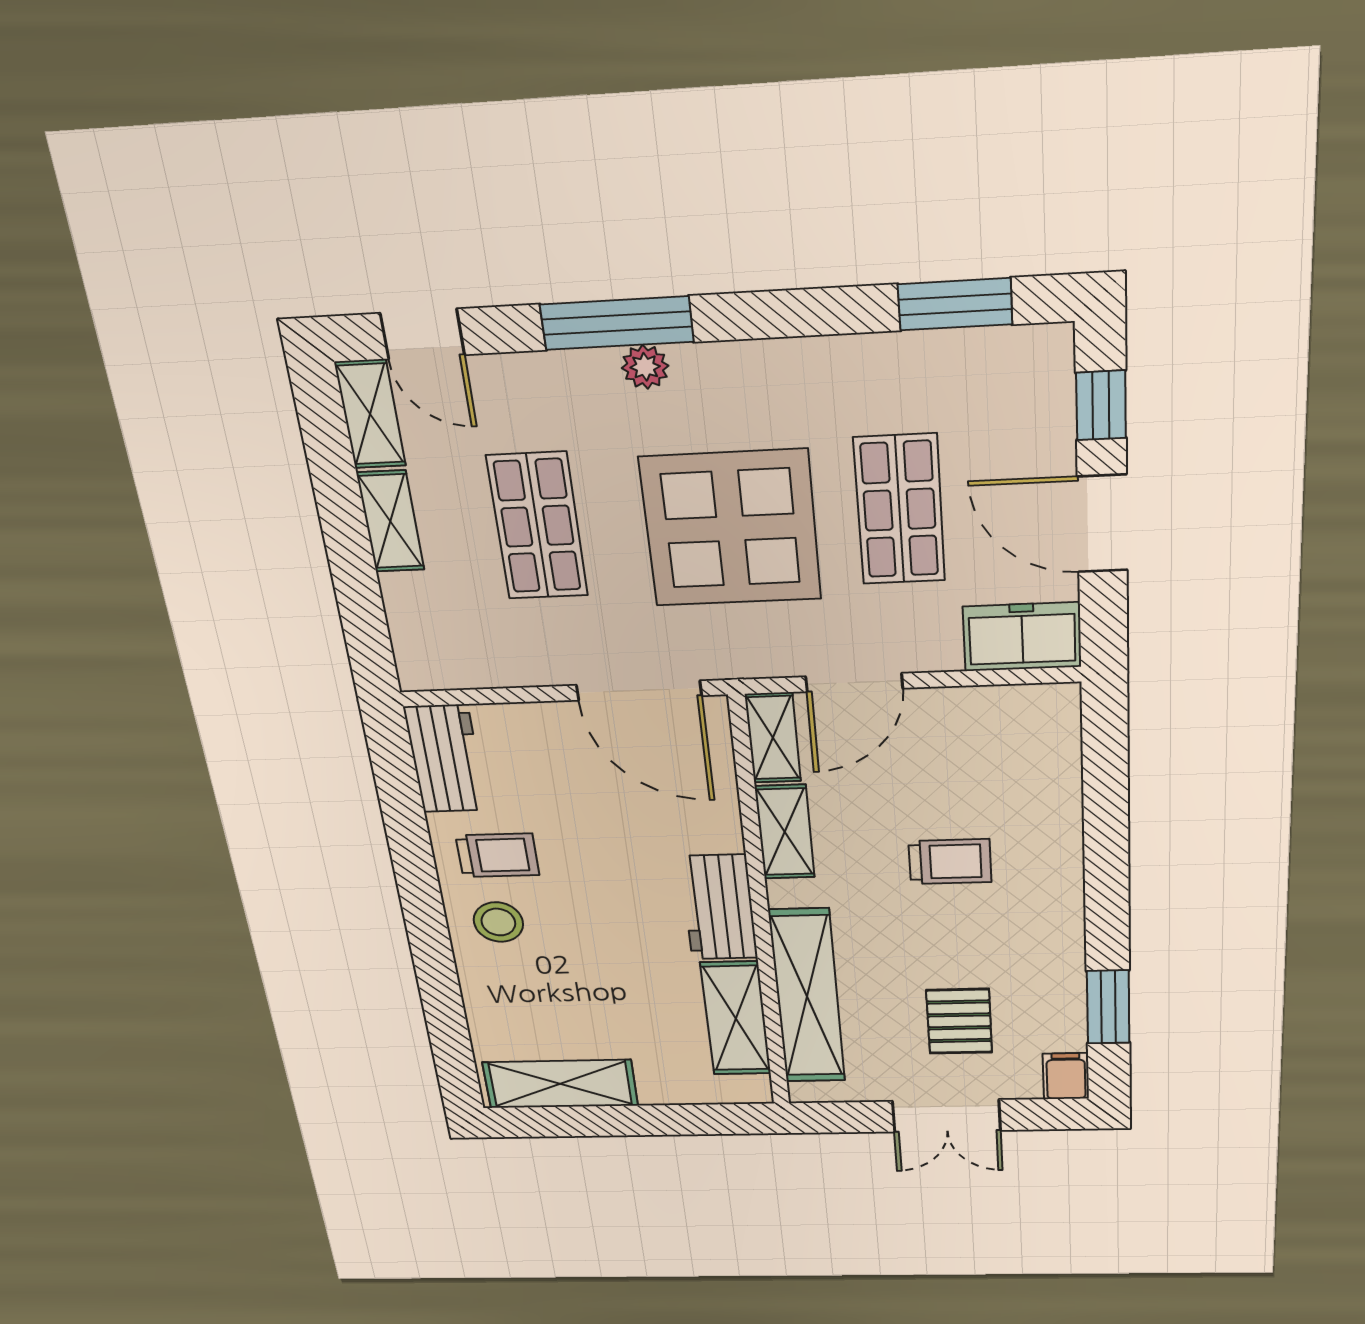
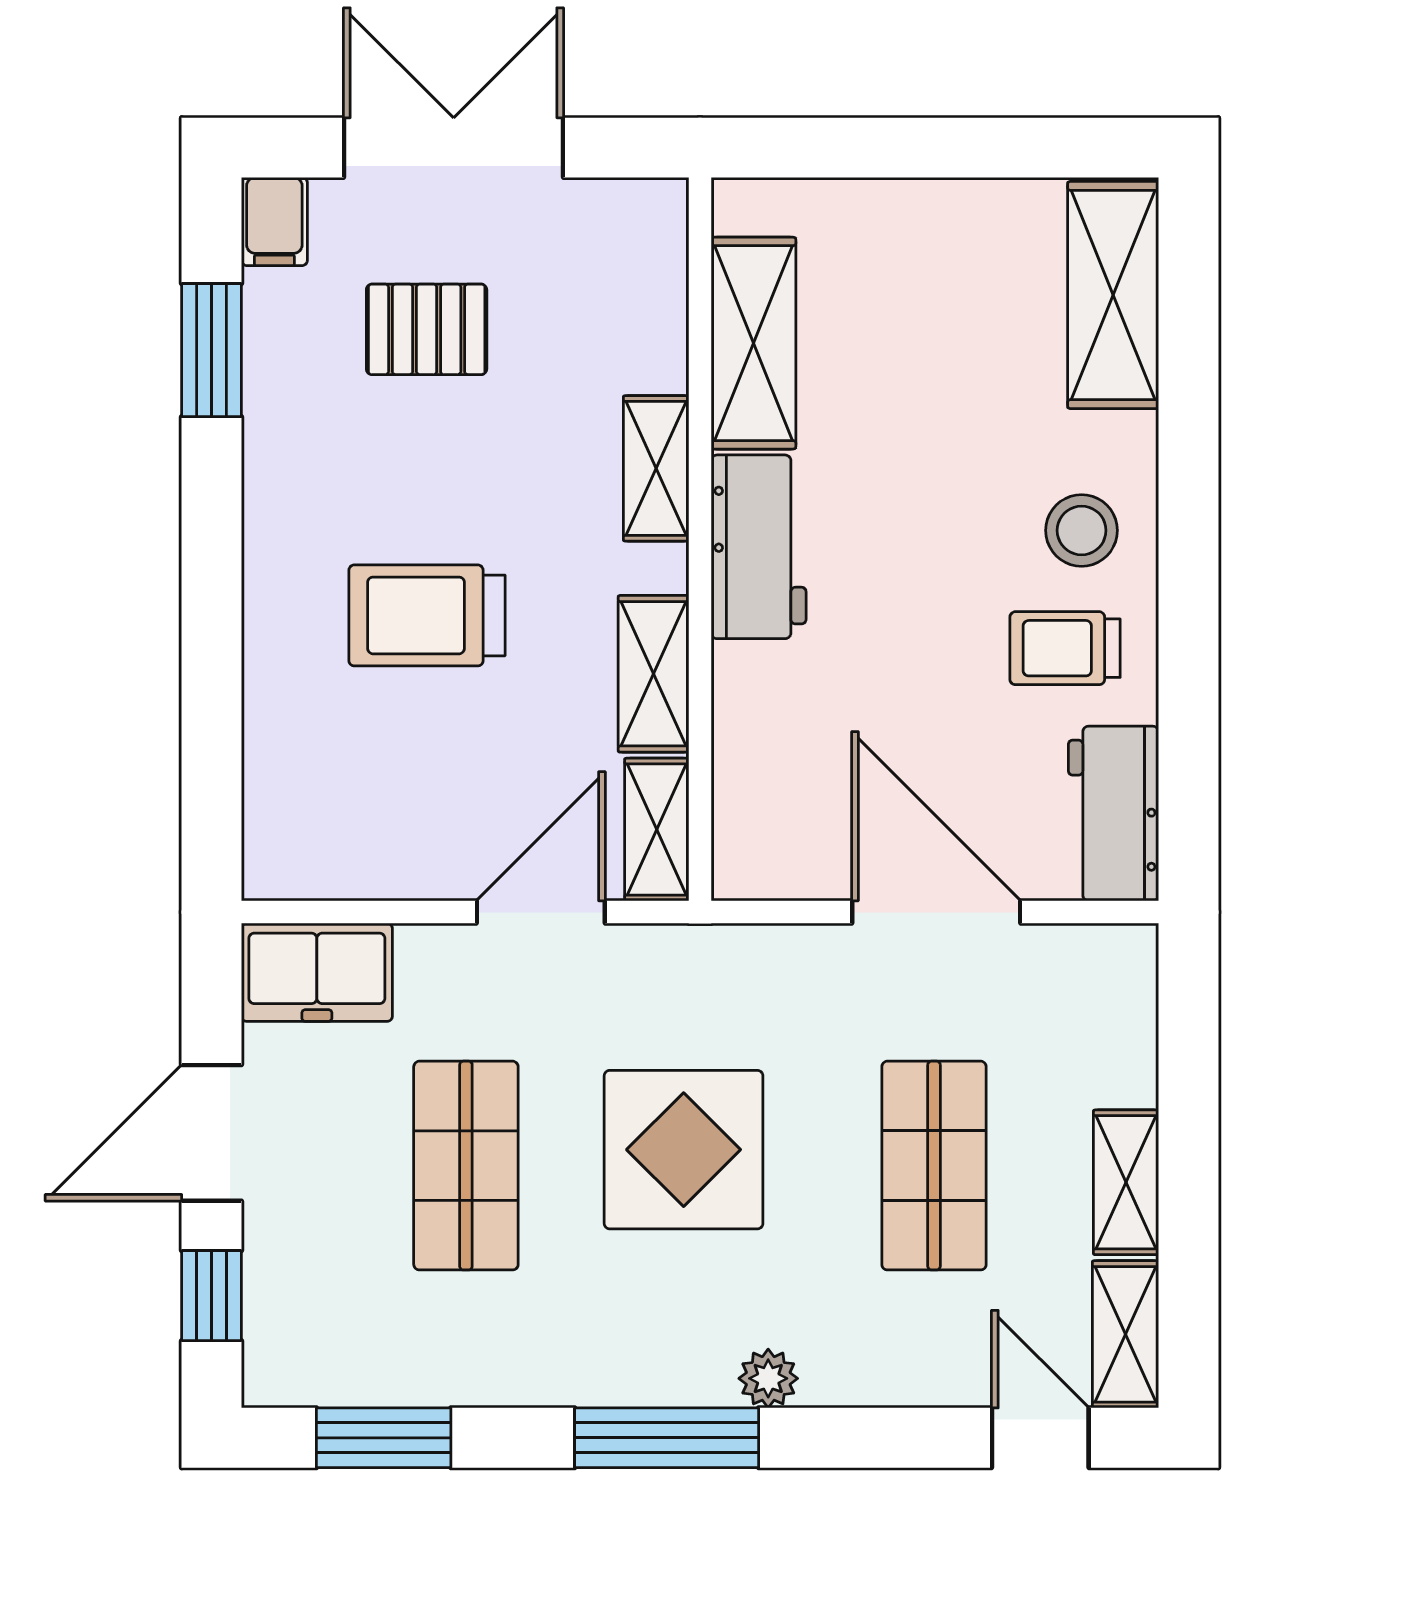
window: (617, 323) -> (667, 1438), moved
door: (1102, 524) -> (211, 1133), swing flipped
display table: (731, 528) -> (684, 1150), width x0.73, depth x0.73
door: (639, 691) -> (936, 912), moved
trolley: (950, 862) -> (427, 615), width x1.36, depth x1.39
shelving: (807, 997) -> (656, 468), width x0.45, depth x0.75
pallet: (959, 1021) -> (427, 329), turned 90
shelving: (560, 1084) -> (1113, 295), moved, turned 90
double door: (946, 1116) -> (454, 148), width x1.37

